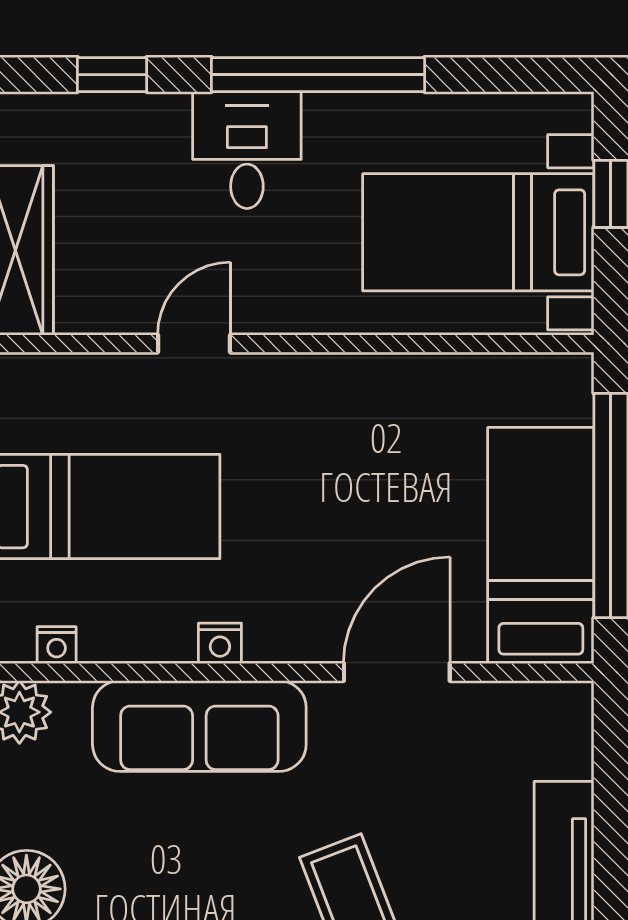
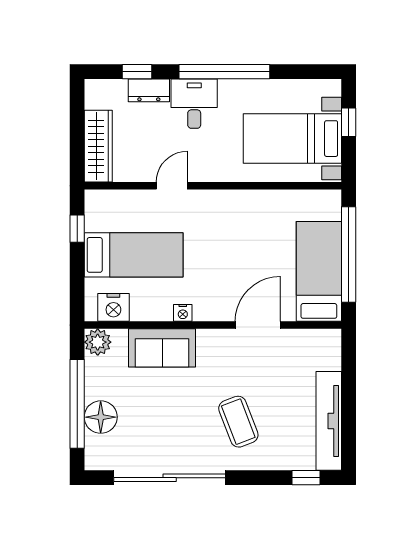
dresser: (140, 119) -> (149, 90), added
nightstand: (57, 645) -> (113, 307), width x1.89, depth x1.79
sofa: (199, 726) -> (162, 348), width x0.73

